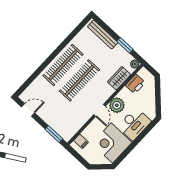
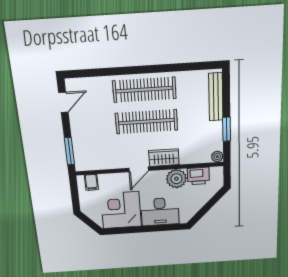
wardrobe: (119, 78) -> (164, 158), moved
plant: (117, 105) -> (176, 179), moved
door: (28, 110) -> (63, 102), hinge flipped

